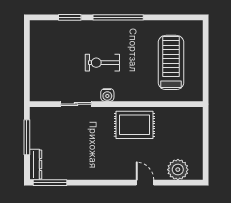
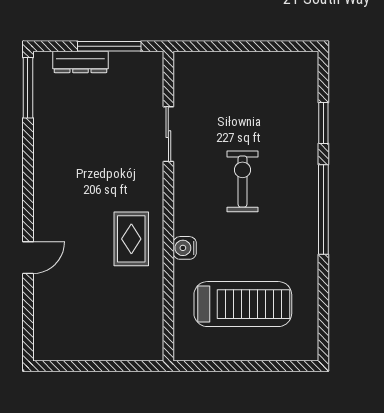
water cooler: (107, 95) -> (185, 248), moved
rug: (135, 125) -> (131, 239), width x0.73, depth x0.70
dresser: (36, 165) -> (80, 62), moved
plant: (178, 170) -> (51, 316), removed

